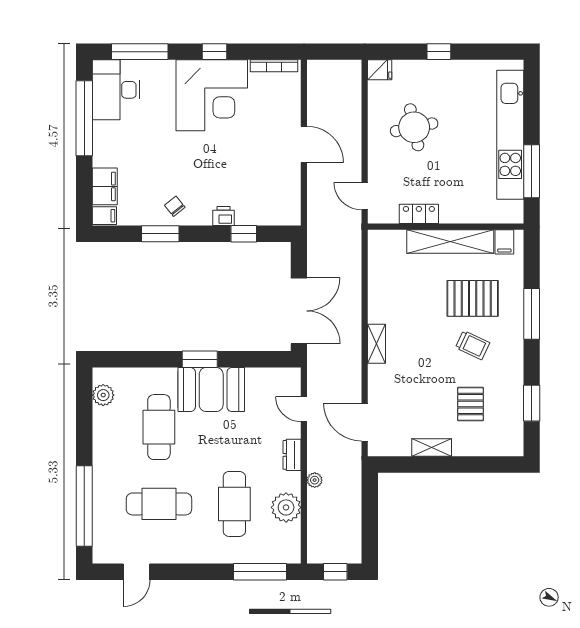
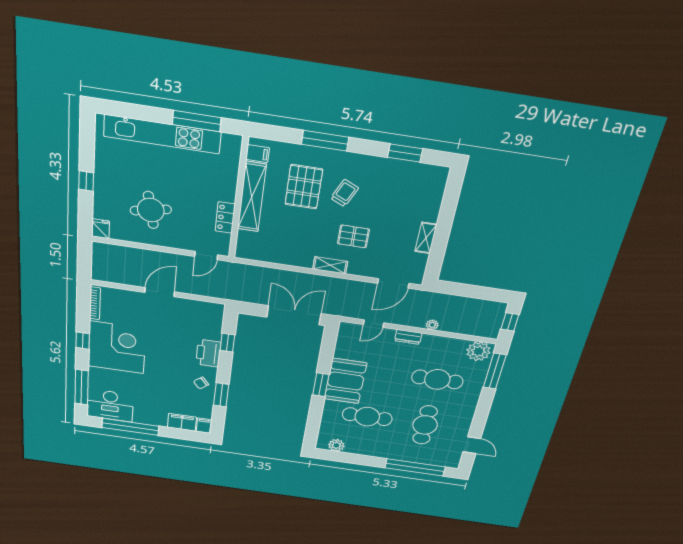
printer: (223, 216) -> (208, 353), width x1.87, depth x1.48
pallet: (470, 404) -> (353, 236), moved
plant: (286, 507) -> (478, 351), moved

